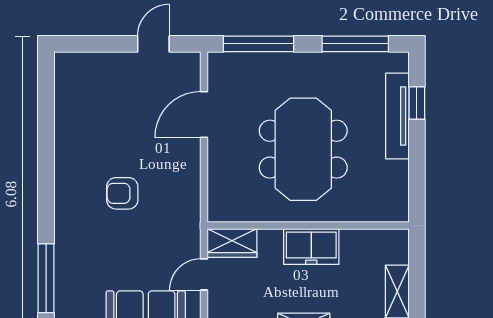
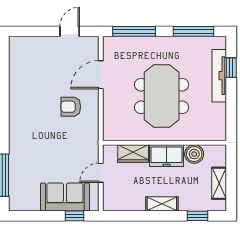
armchair: (122, 193) -> (71, 107), moved
wardrobe: (232, 243) -> (133, 154), moved
boiler: (356, 244) -> (194, 154), added

